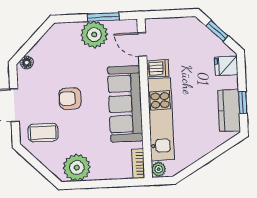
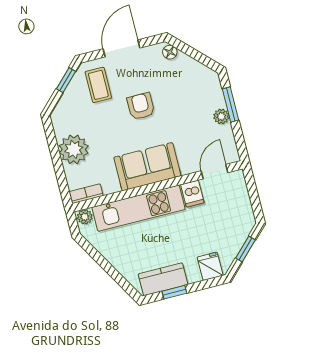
window: (103, 17) -> (231, 105), moved
plant: (94, 35) -> (221, 116), width x0.53, depth x0.53
sofa: (125, 104) -> (147, 167), width x0.73
window: (33, 161) -> (66, 80), added
plant: (77, 168) -> (74, 149), moved

